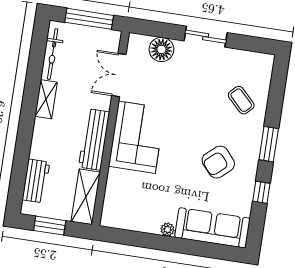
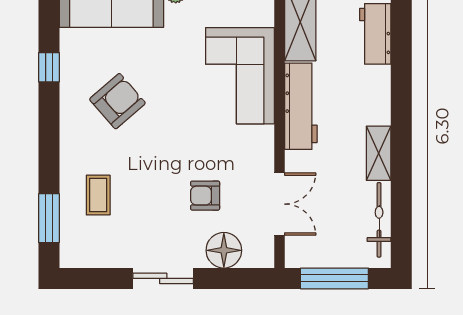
armchair: (168, 89) -> (205, 196), added
coffee table: (241, 100) -> (98, 195), turned 45
corner sofa: (137, 137) -> (240, 76), moved
window: (269, 144) -> (49, 218), moved

